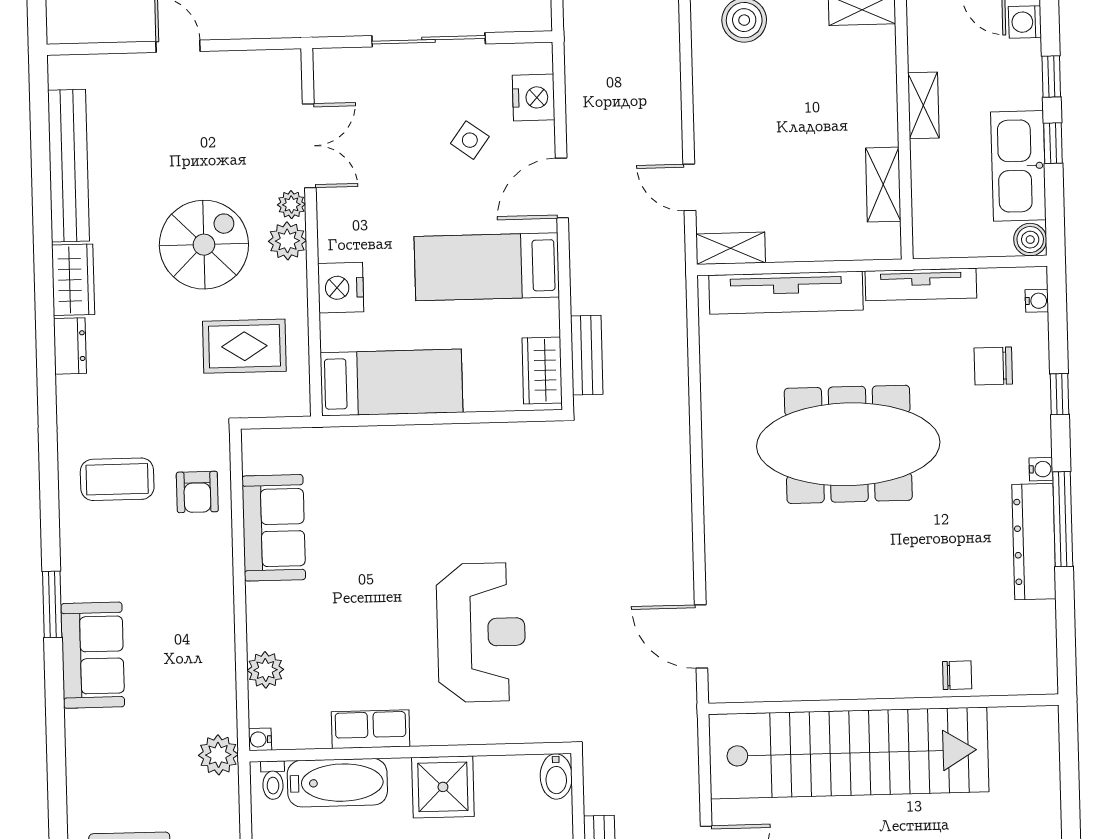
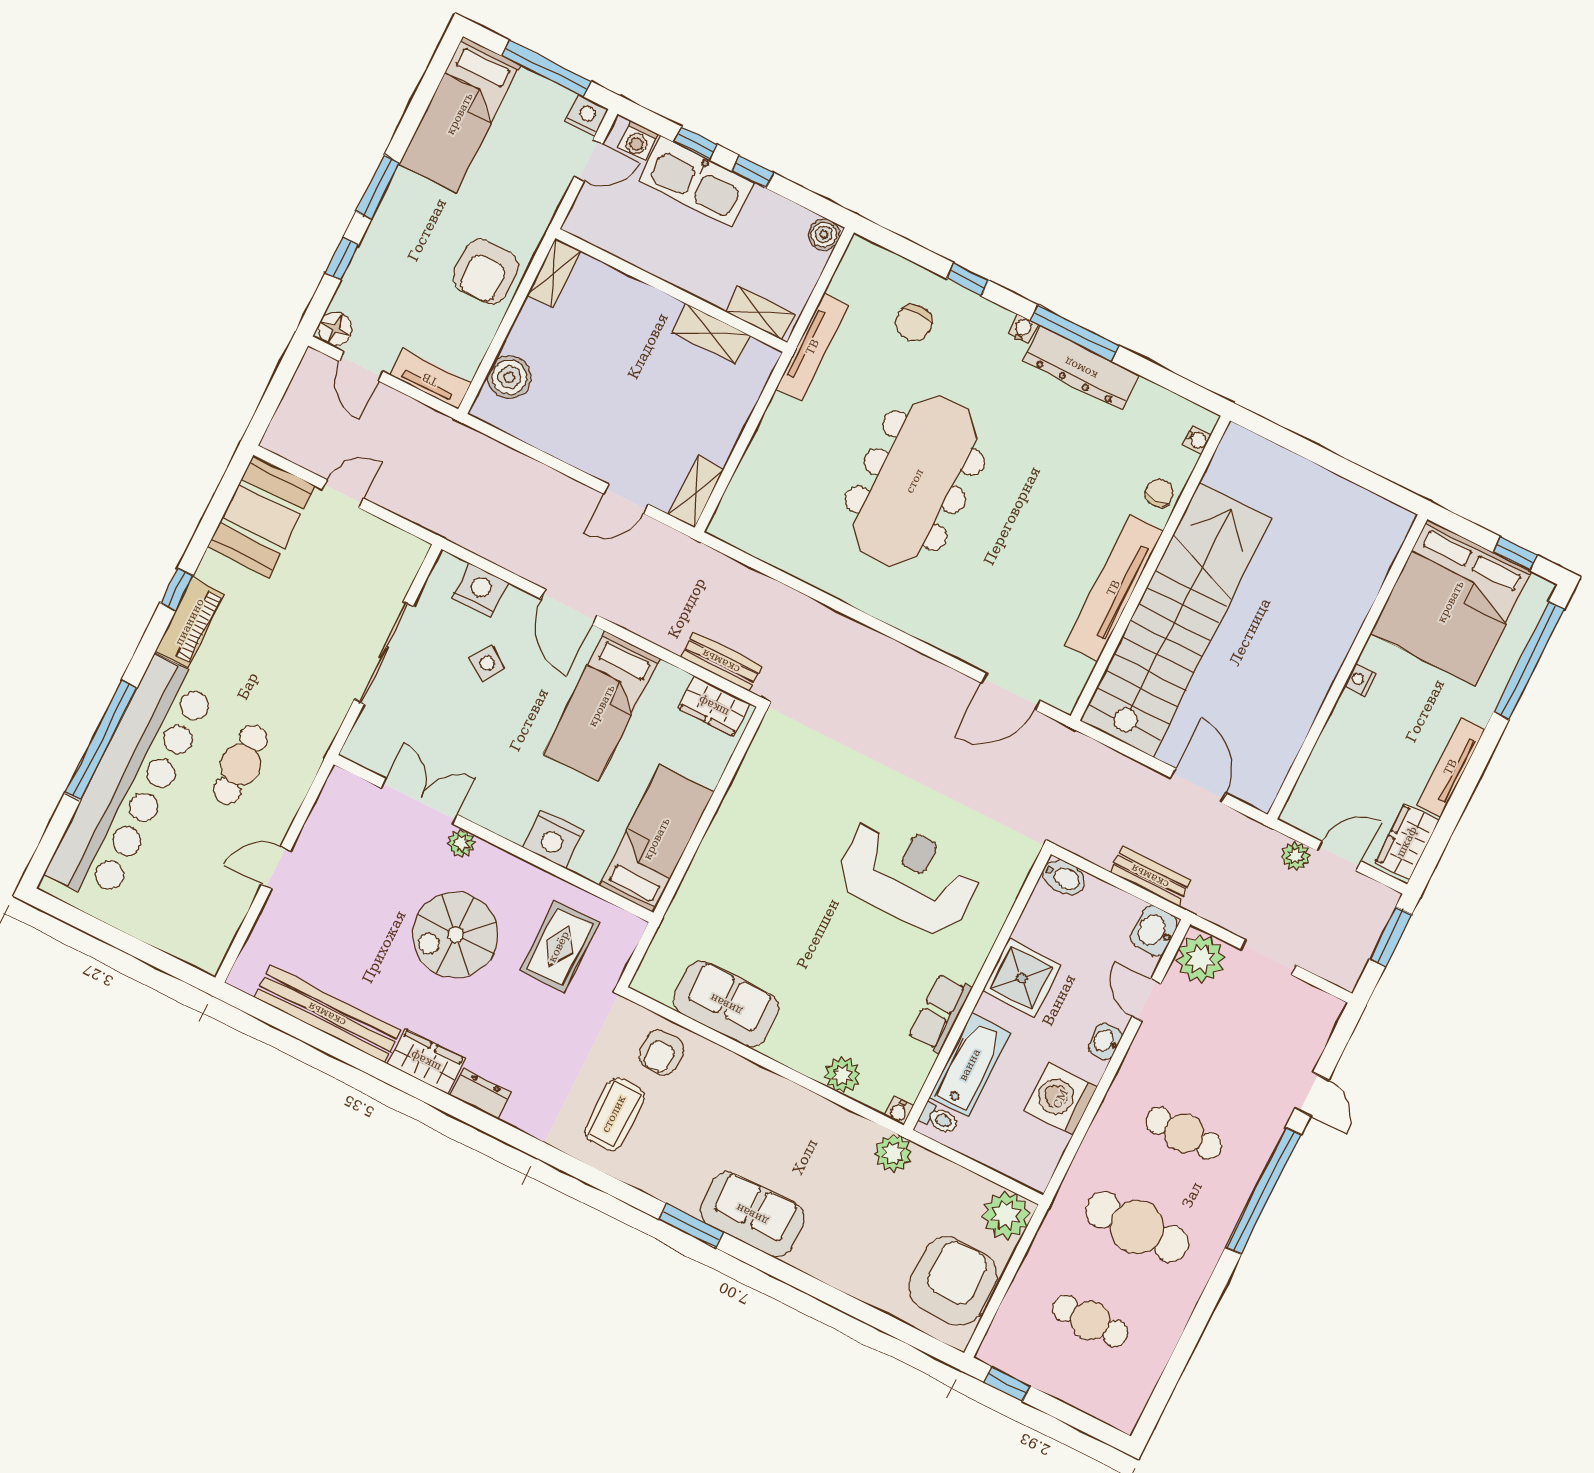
shelving: (923, 105) -> (760, 313), moved
kitchen sink: (1018, 166) -> (696, 181), moved
plant: (287, 241) -> (490, 863), removed
spiral stairs: (204, 245) -> (455, 935), turned -90
tv unit: (786, 293) -> (1114, 588), moved, turned 180
water cooler: (1037, 301) -> (1197, 439), moved, turned 90
armchair: (197, 492) -> (661, 1052), turned 90

